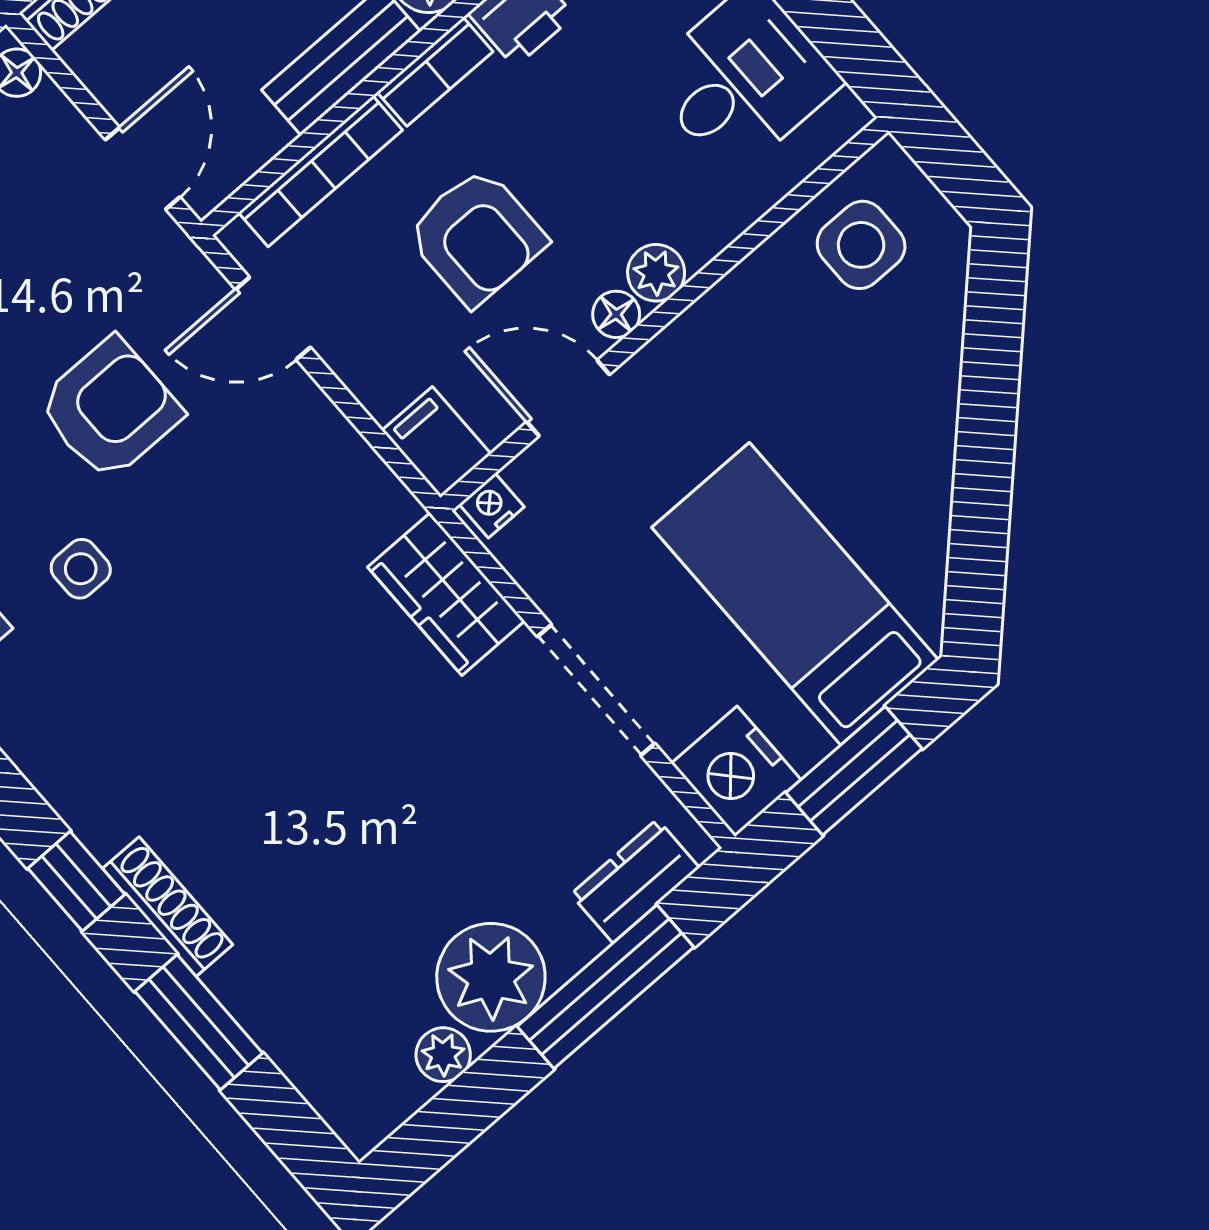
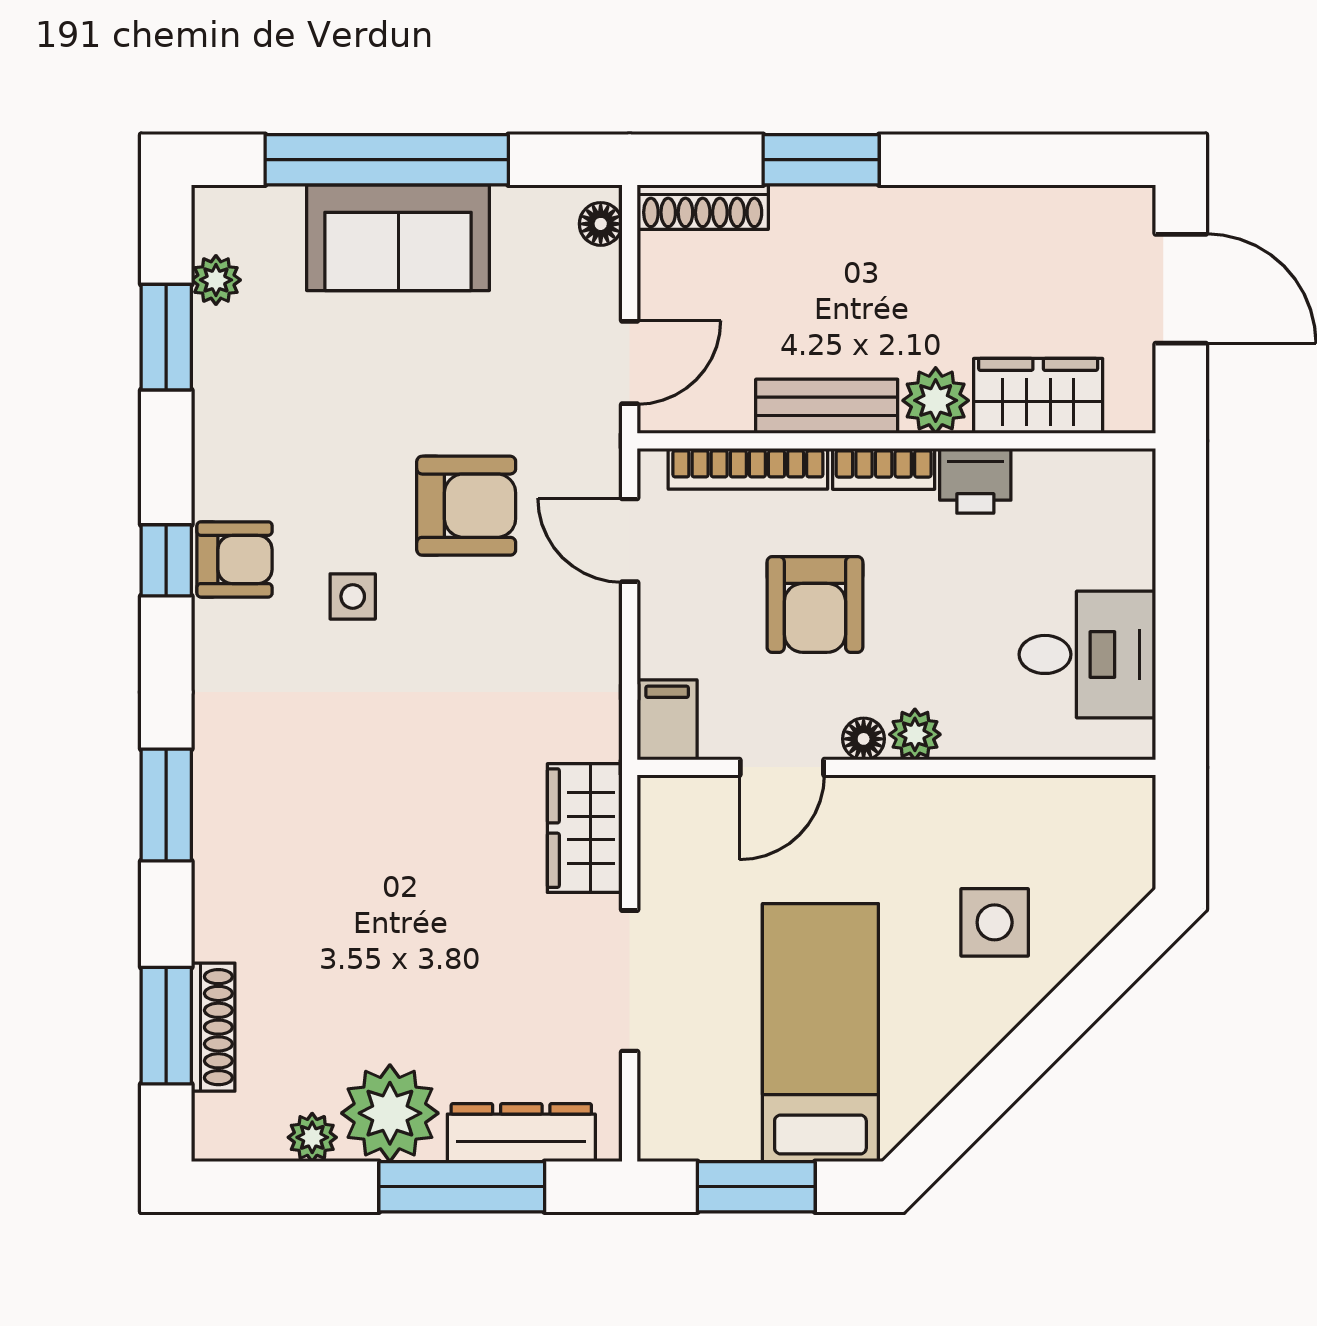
side table: (861, 245) -> (995, 922), moved
door: (568, 398) -> (782, 767), swing flipped
nightstand: (492, 506) -> (667, 795), removed
nightstand: (736, 771) -> (676, 1118), removed
window: (76, 881) -> (166, 805), width x1.50
dresser: (635, 881) -> (521, 1133), width x1.44
shoe rack: (168, 907) -> (213, 1027), moved
window: (199, 1022) -> (166, 1026), moved

